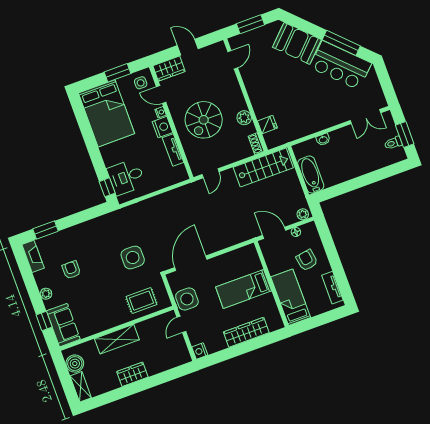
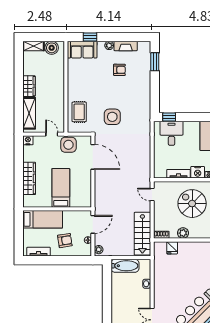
fireplace: (33, 256) -> (126, 46), moved
shelving: (117, 339) -> (29, 113), moved

